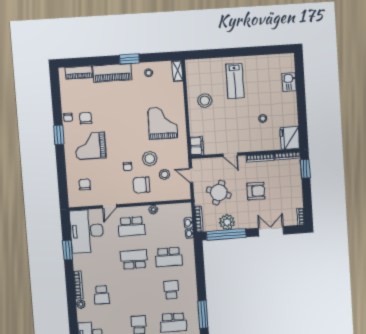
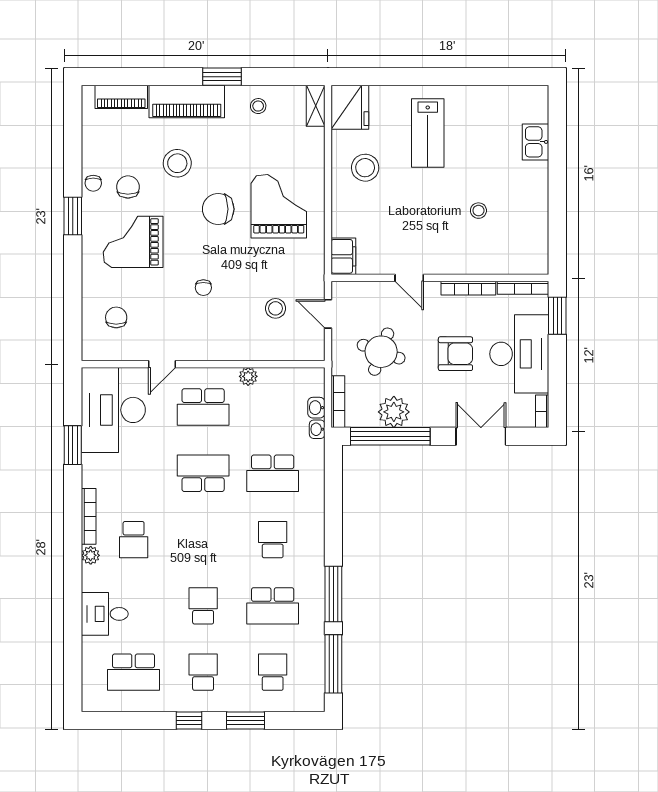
fridge: (290, 138) -> (350, 107), moved, turned 180
stool: (150, 159) -> (177, 163), moved
chair: (141, 185) -> (218, 209), moved
desk: (288, 189) -> (519, 354), added

